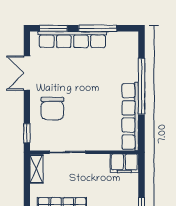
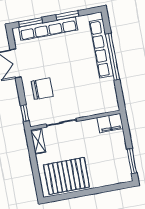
window: (98, 28) -> (67, 15), width x0.69
chair: (52, 108) -> (42, 89), turned -90
row of seats: (130, 116) -> (101, 49), moved

